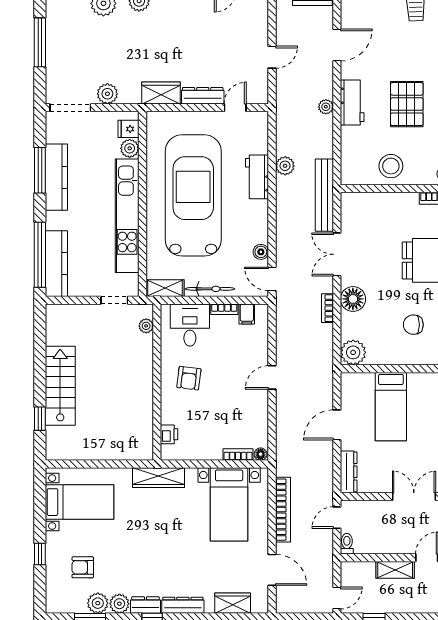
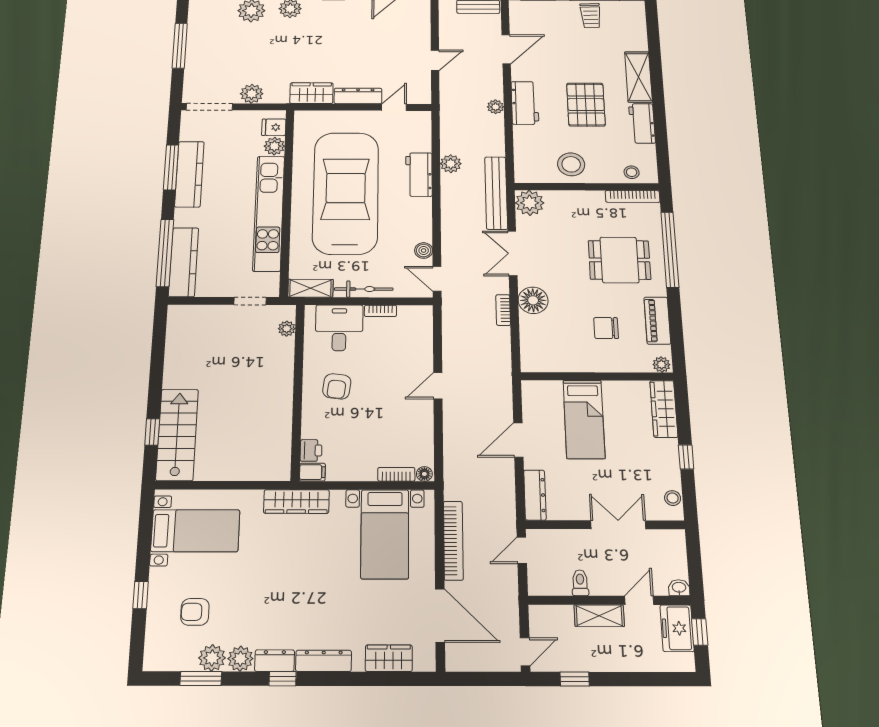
filing cabinet: (247, 314) -> (312, 472), moved, turned -90
plant: (353, 352) -> (530, 203), moved
stairs: (60, 386) -> (177, 435), moved
toilet: (347, 544) -> (580, 583), moved
door: (272, 570) -> (440, 615), width x1.36

